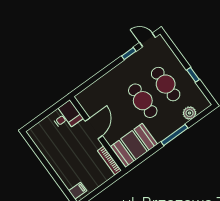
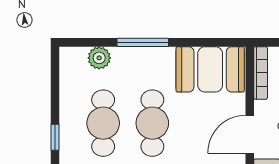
window: (193, 75) -> (55, 137), moved

